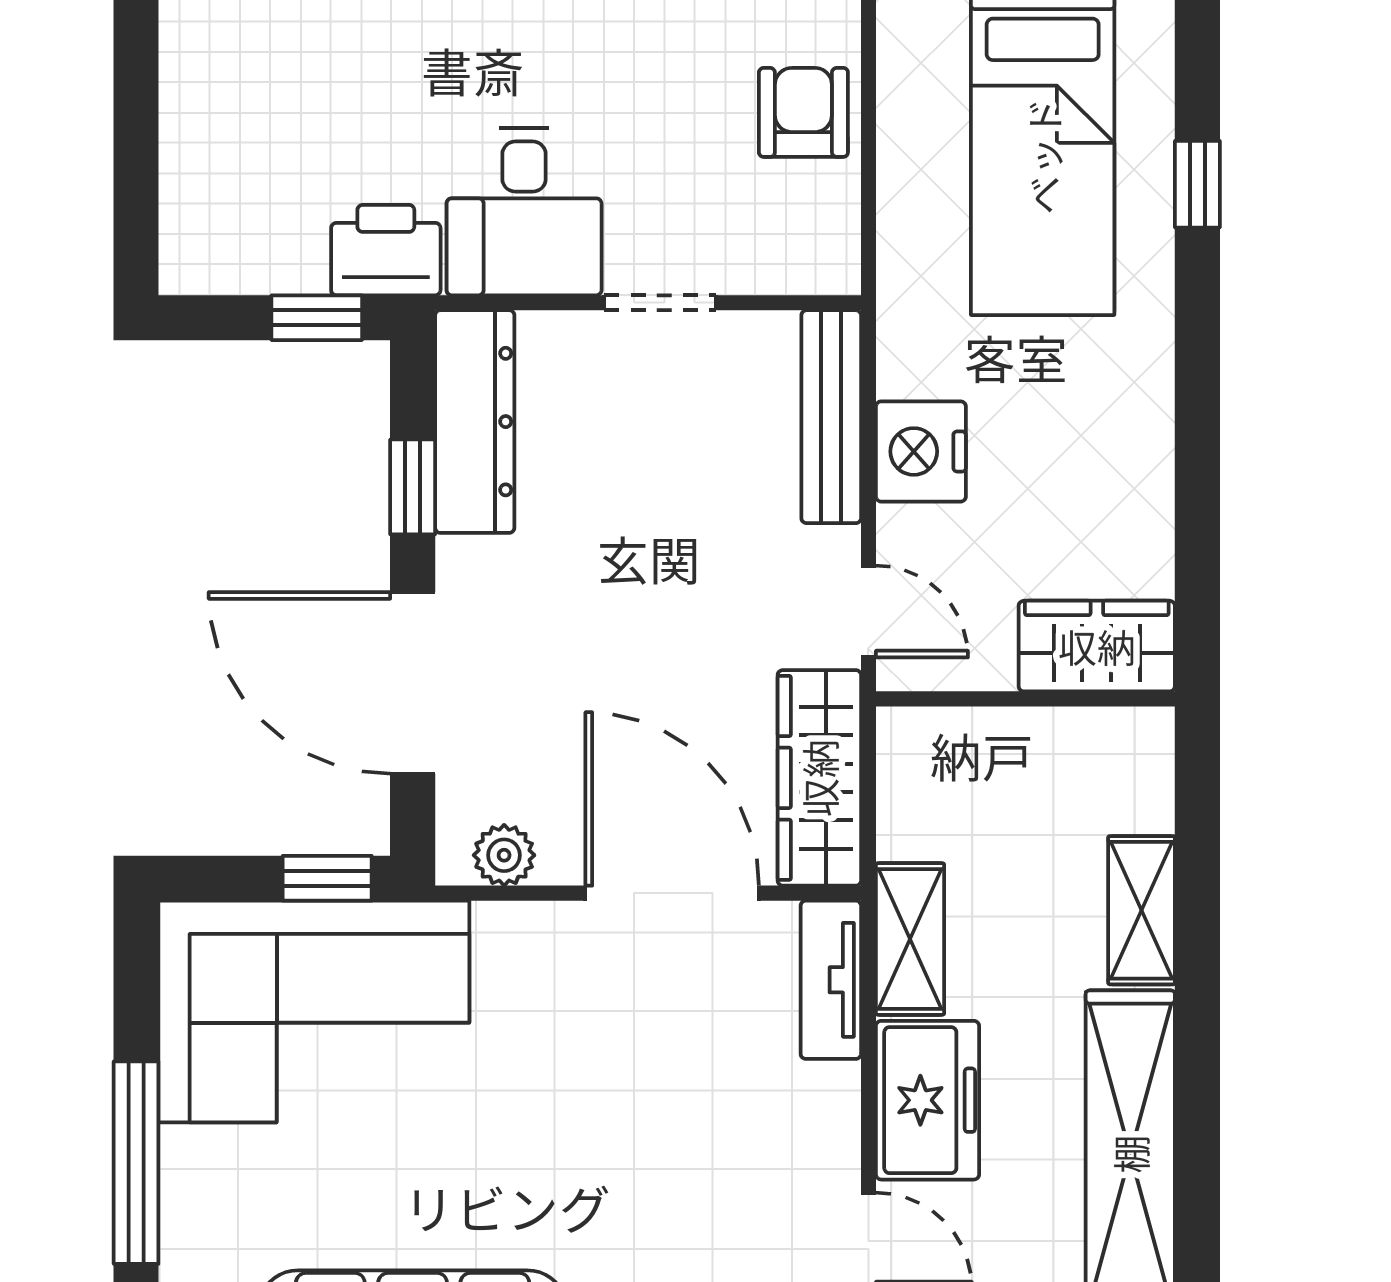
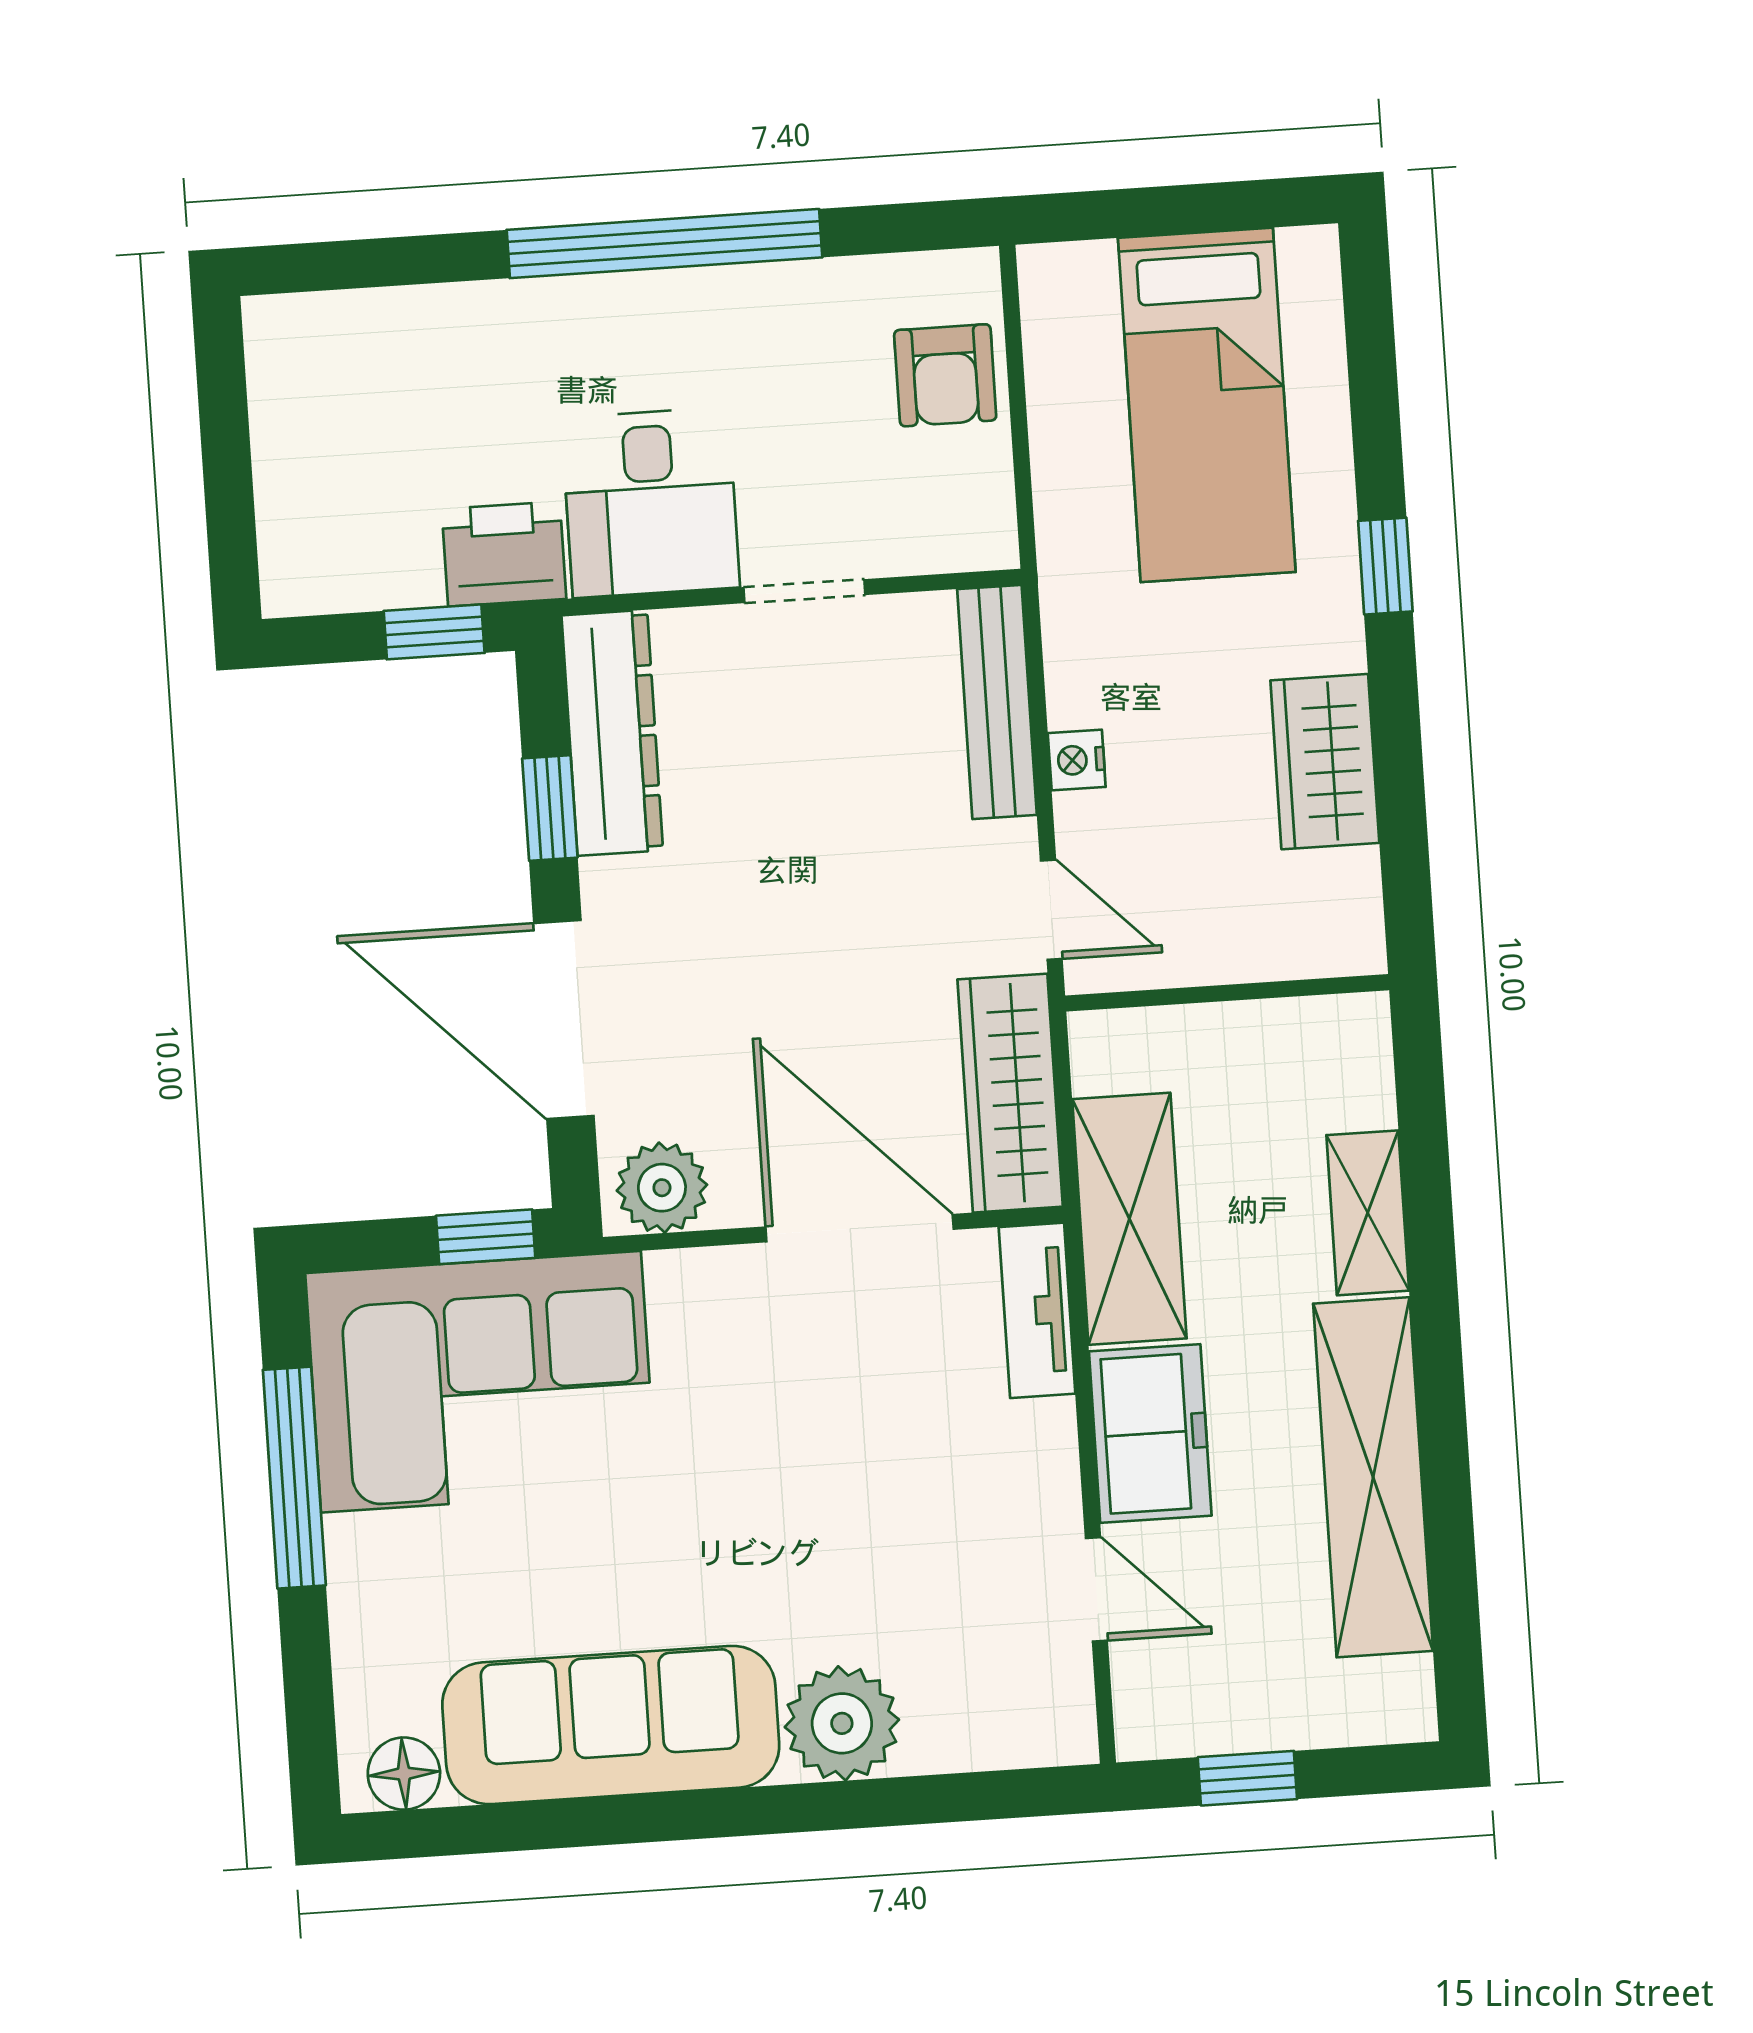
armchair: (803, 112) -> (945, 375), turned 180
window: (1197, 184) -> (1385, 566), moved
nightstand: (921, 451) -> (1077, 760), width x0.53, depth x0.56
wardrobe: (1097, 646) -> (1325, 762), moved, turned -90
plant: (504, 855) -> (662, 1188), width x1.38, depth x1.38
shelving: (910, 939) -> (1129, 1219), width x1.50, depth x1.33
window: (136, 1163) -> (294, 1478), moved

